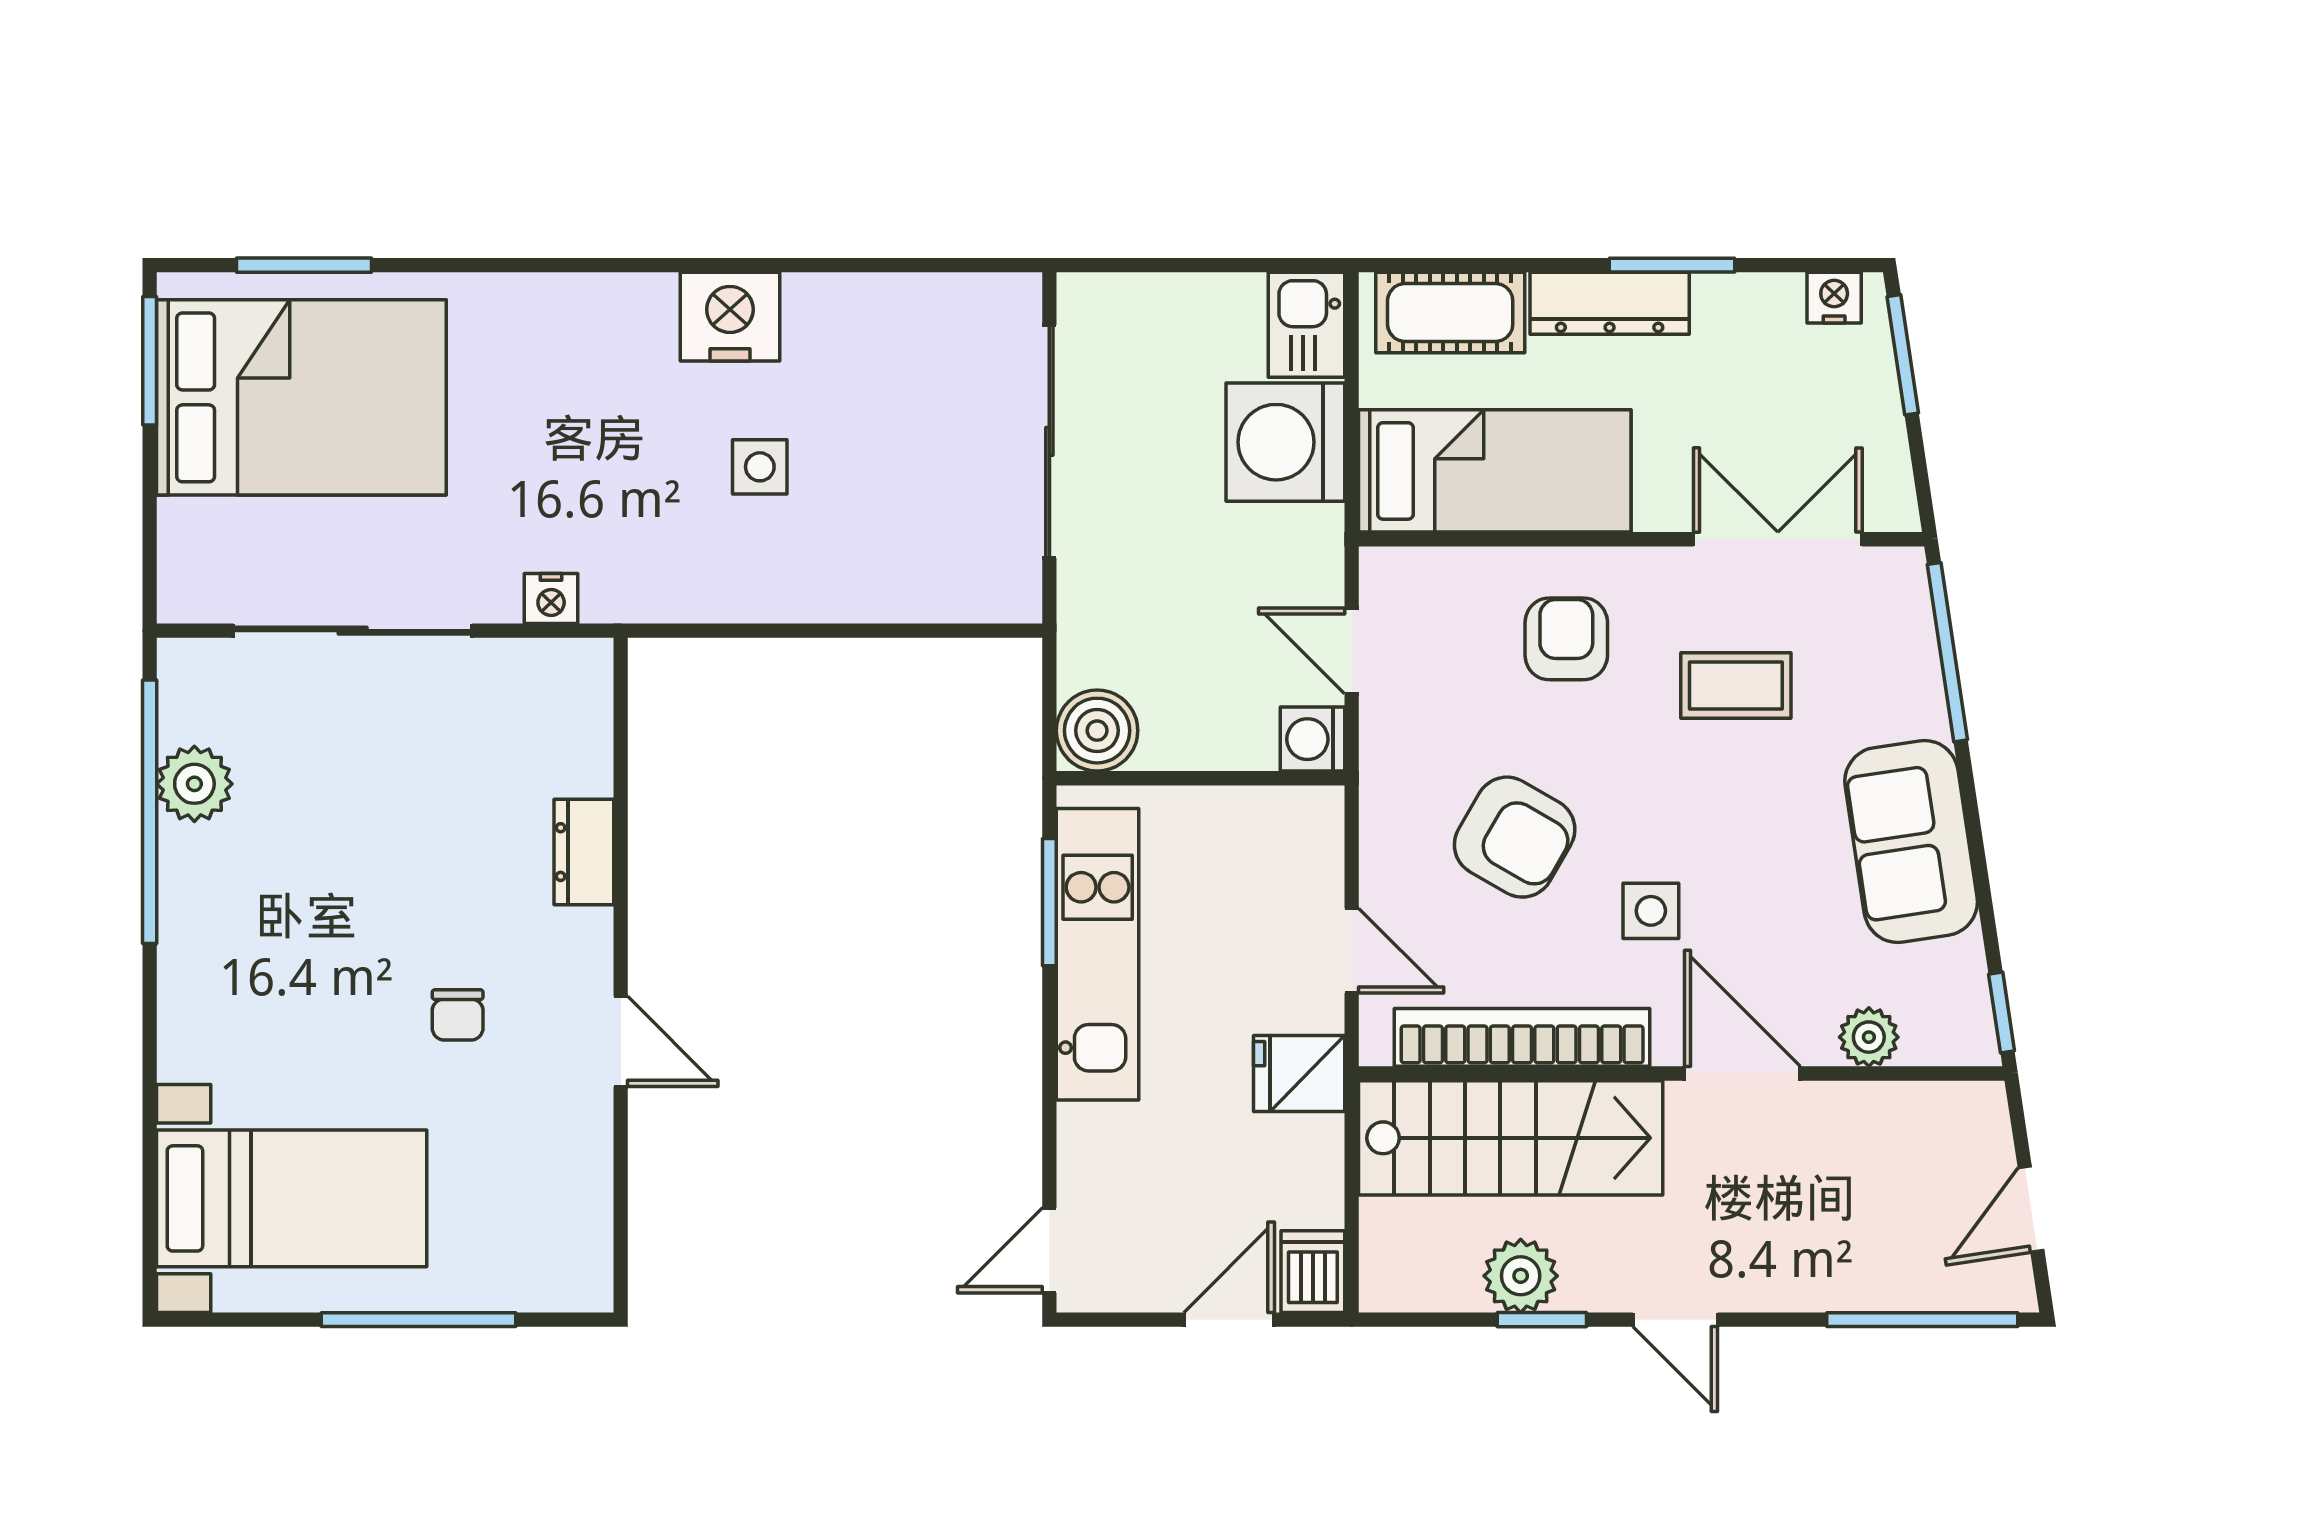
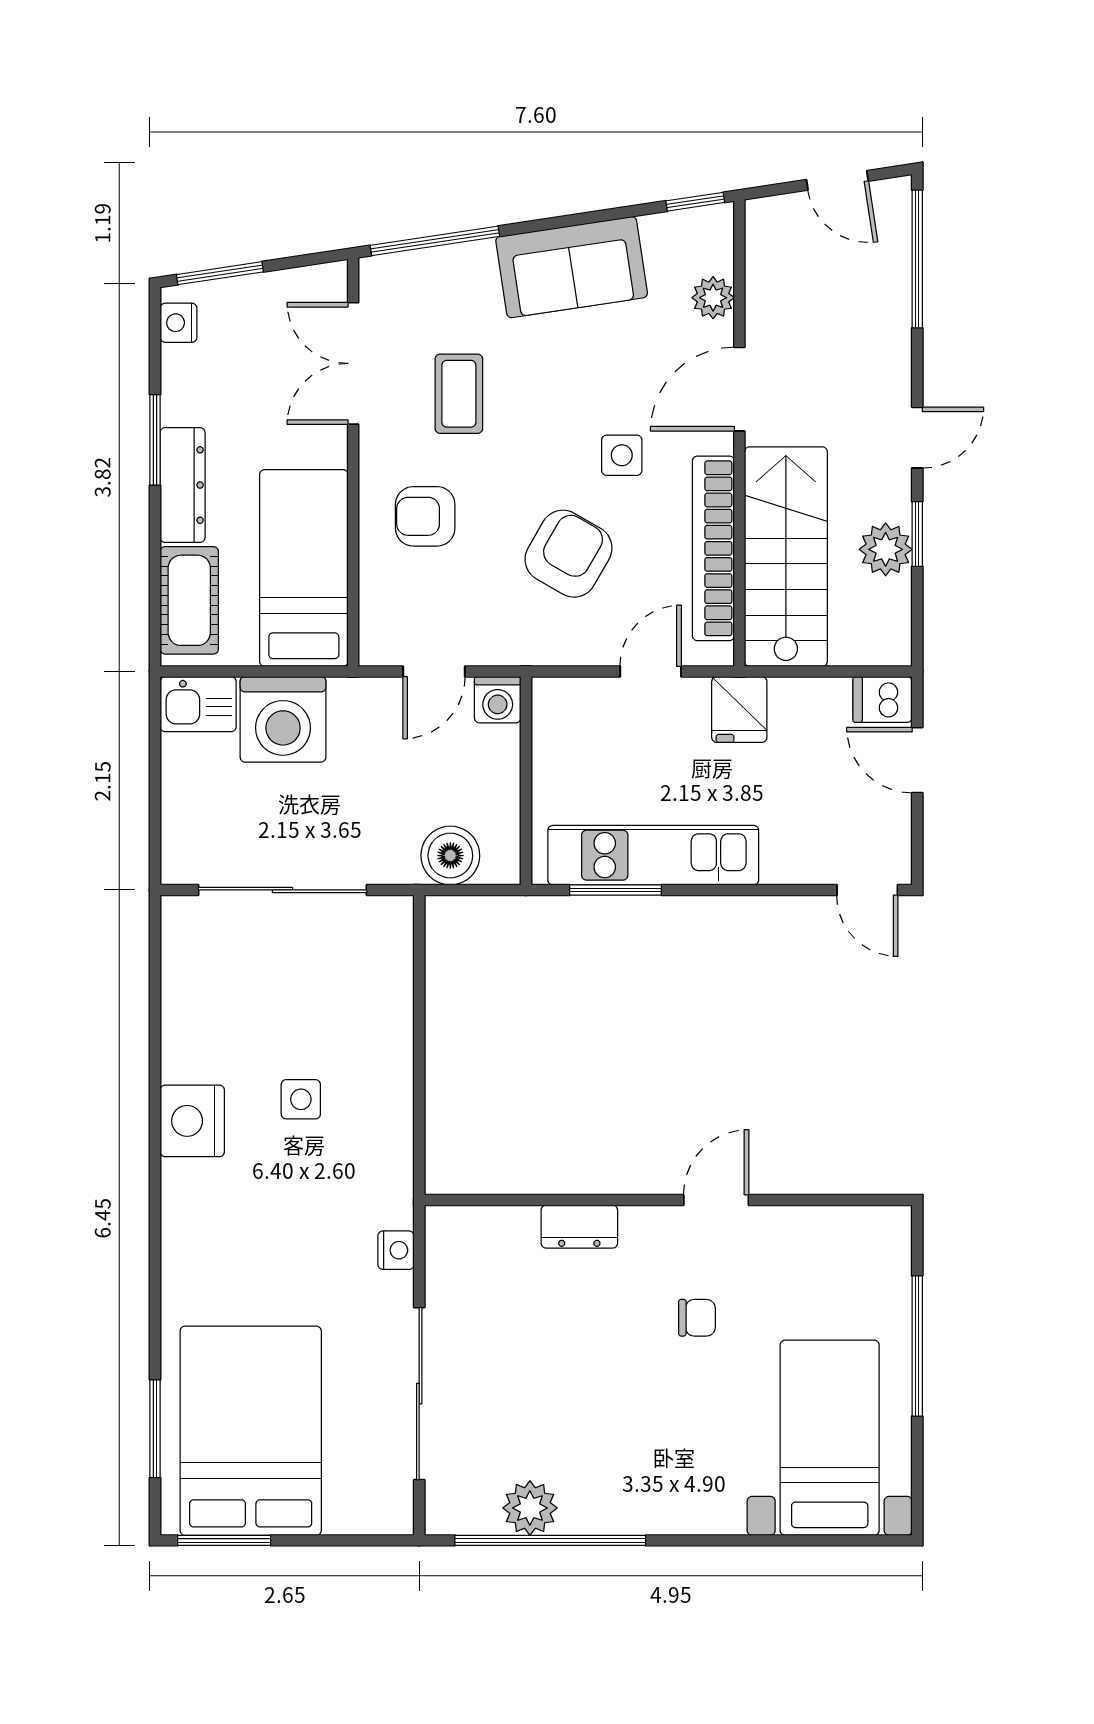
boiler: (1097, 731) -> (450, 856), moved

